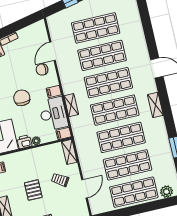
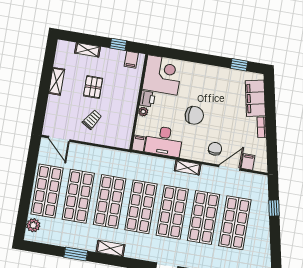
door: (52, 51) -> (229, 168), hinge flipped
filing cabinet: (54, 92) -> (248, 162), moved
shelving: (71, 105) -> (188, 168), moved
shelving: (155, 105) -> (111, 248), moved
shelving: (69, 152) -> (117, 141), removed
door: (85, 189) -> (59, 139), moved
pallet: (33, 190) -> (93, 87), turned 90

